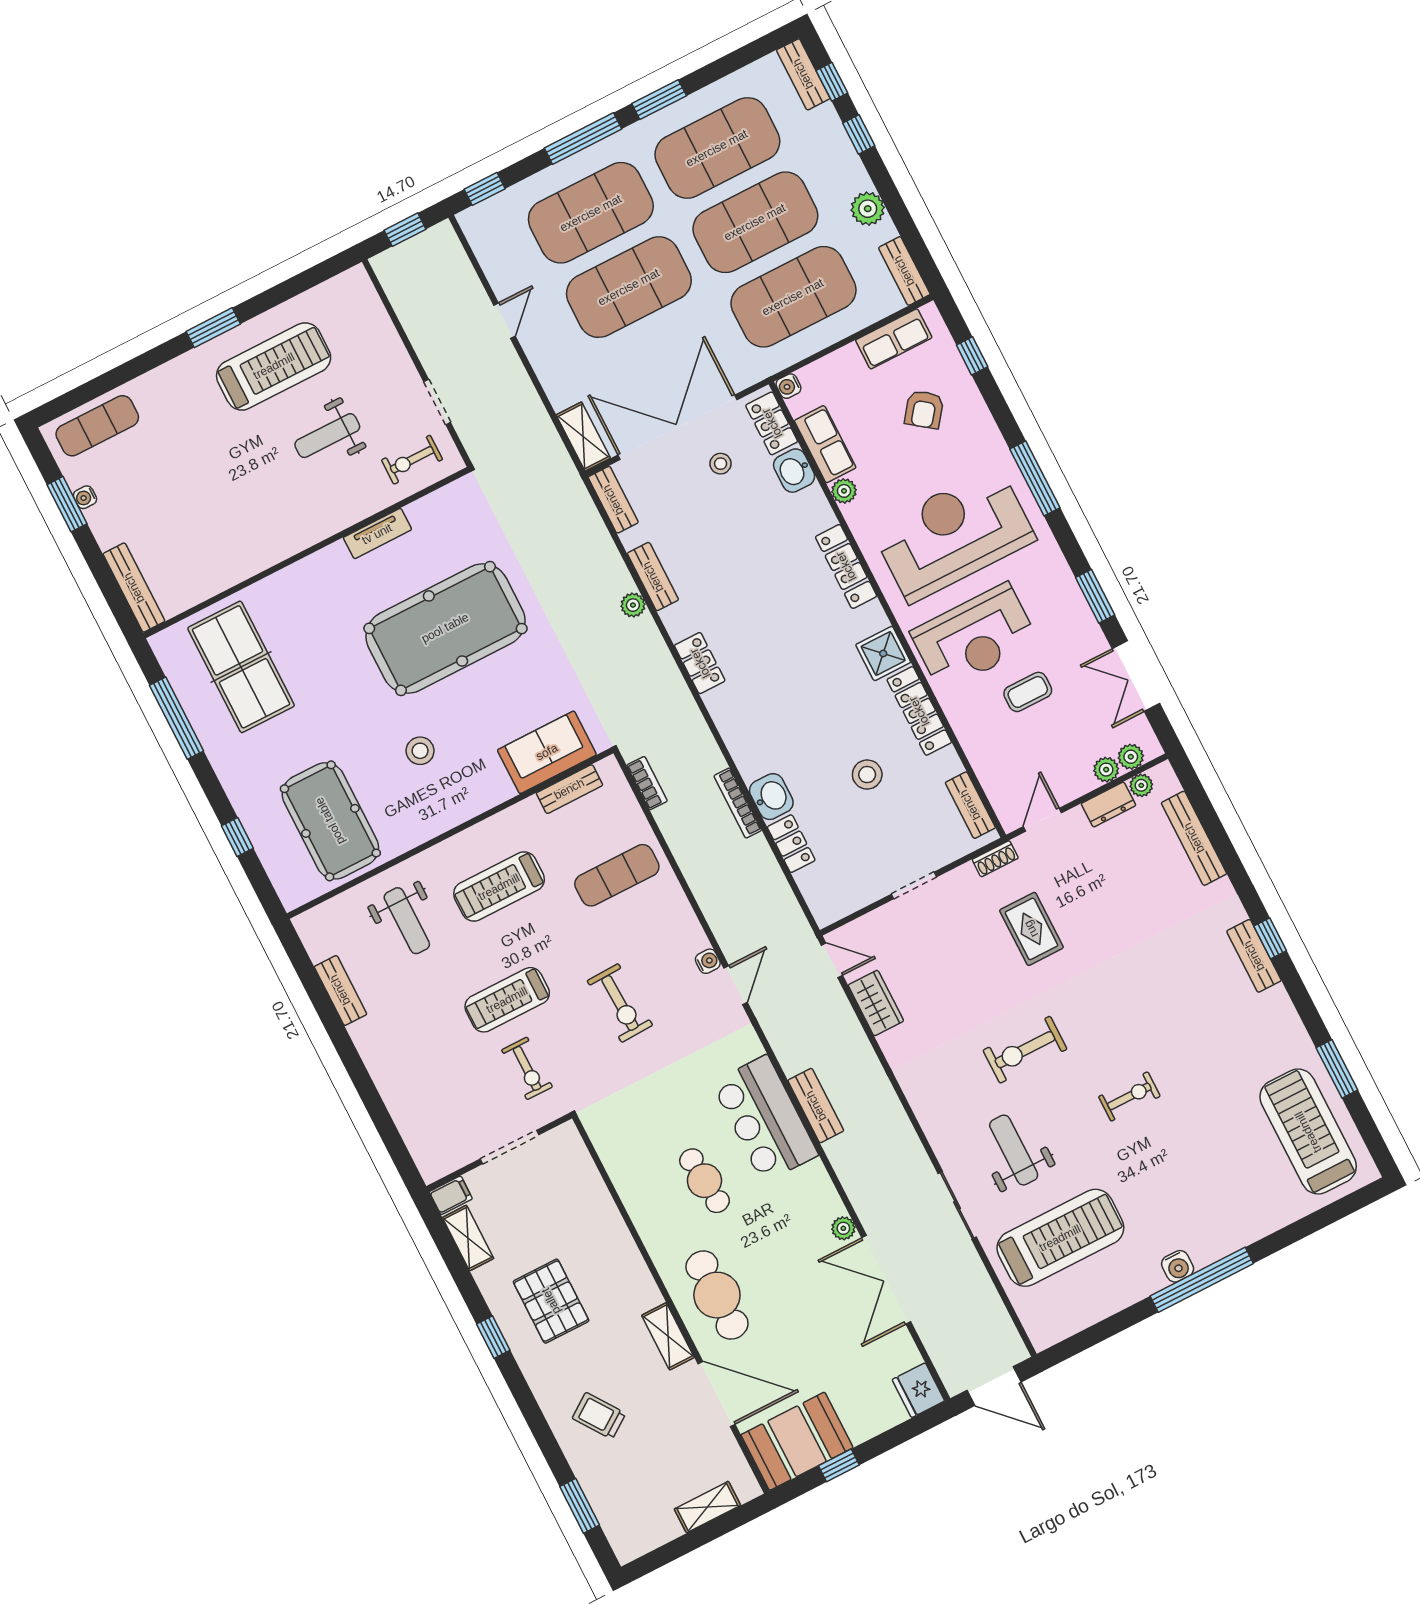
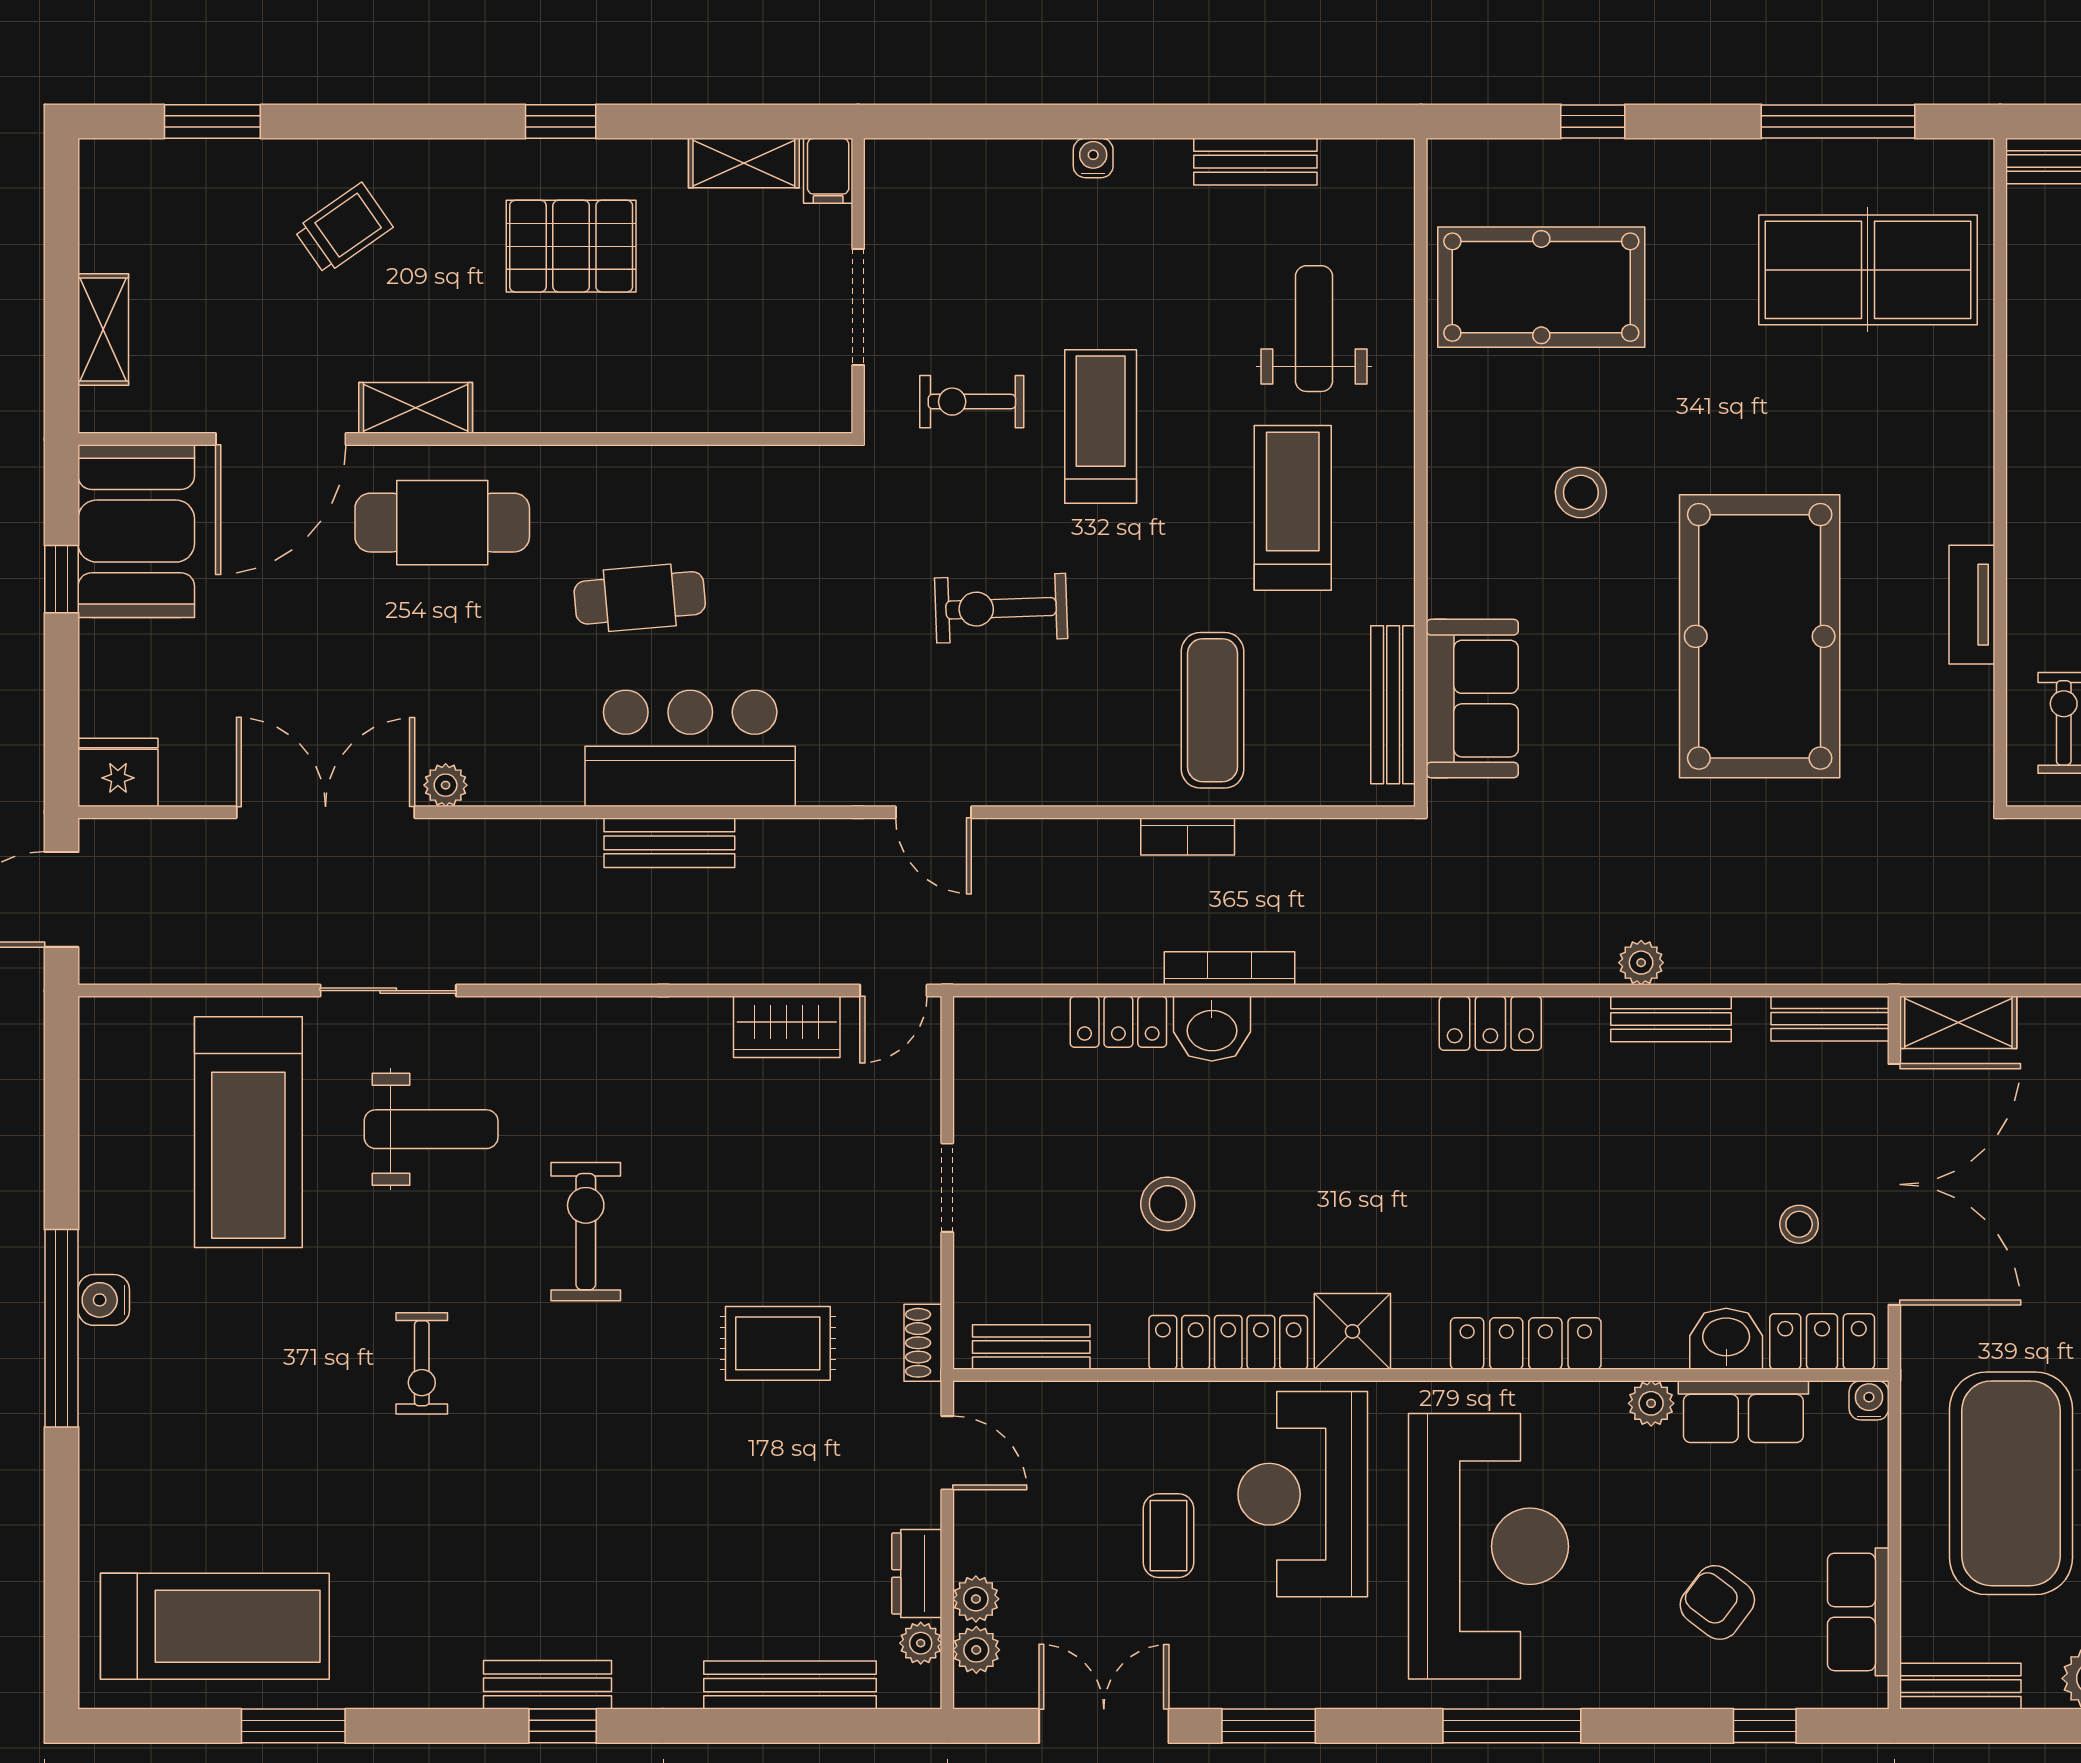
bookcase: (647, 783) -> (1188, 837), moved
bench: (569, 789) -> (1393, 705), width x1.36
weight bench: (407, 921) -> (1314, 329), turned 90
water cooler: (708, 961) -> (1093, 158), moved, turned 180

